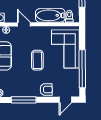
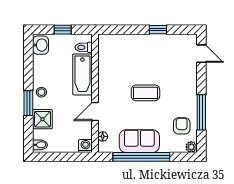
corner sofa: (65, 49) -> (130, 53), removed
window: (82, 69) -> (158, 30), width x0.32
armchair: (46, 90) -> (182, 126), moved

